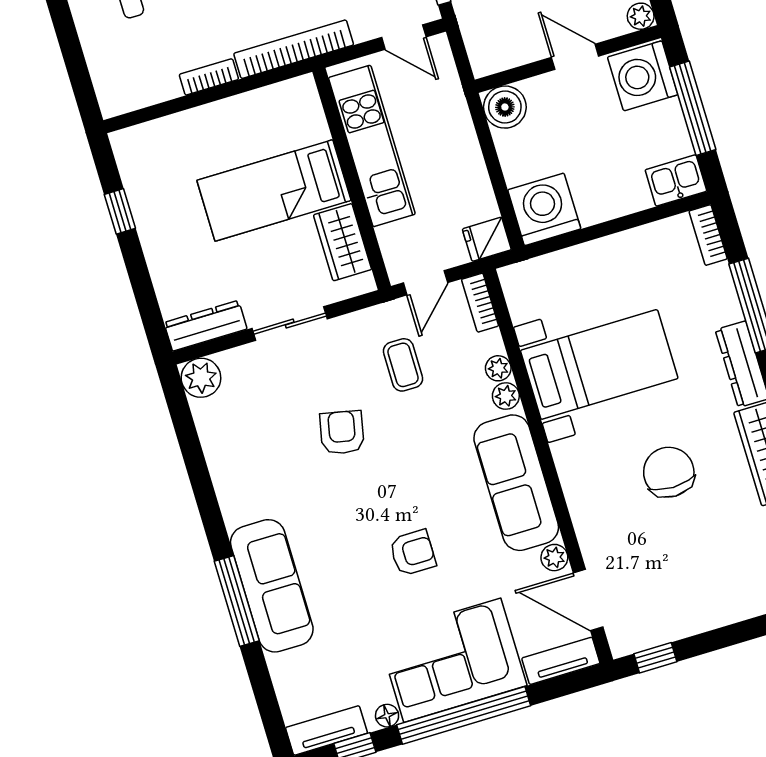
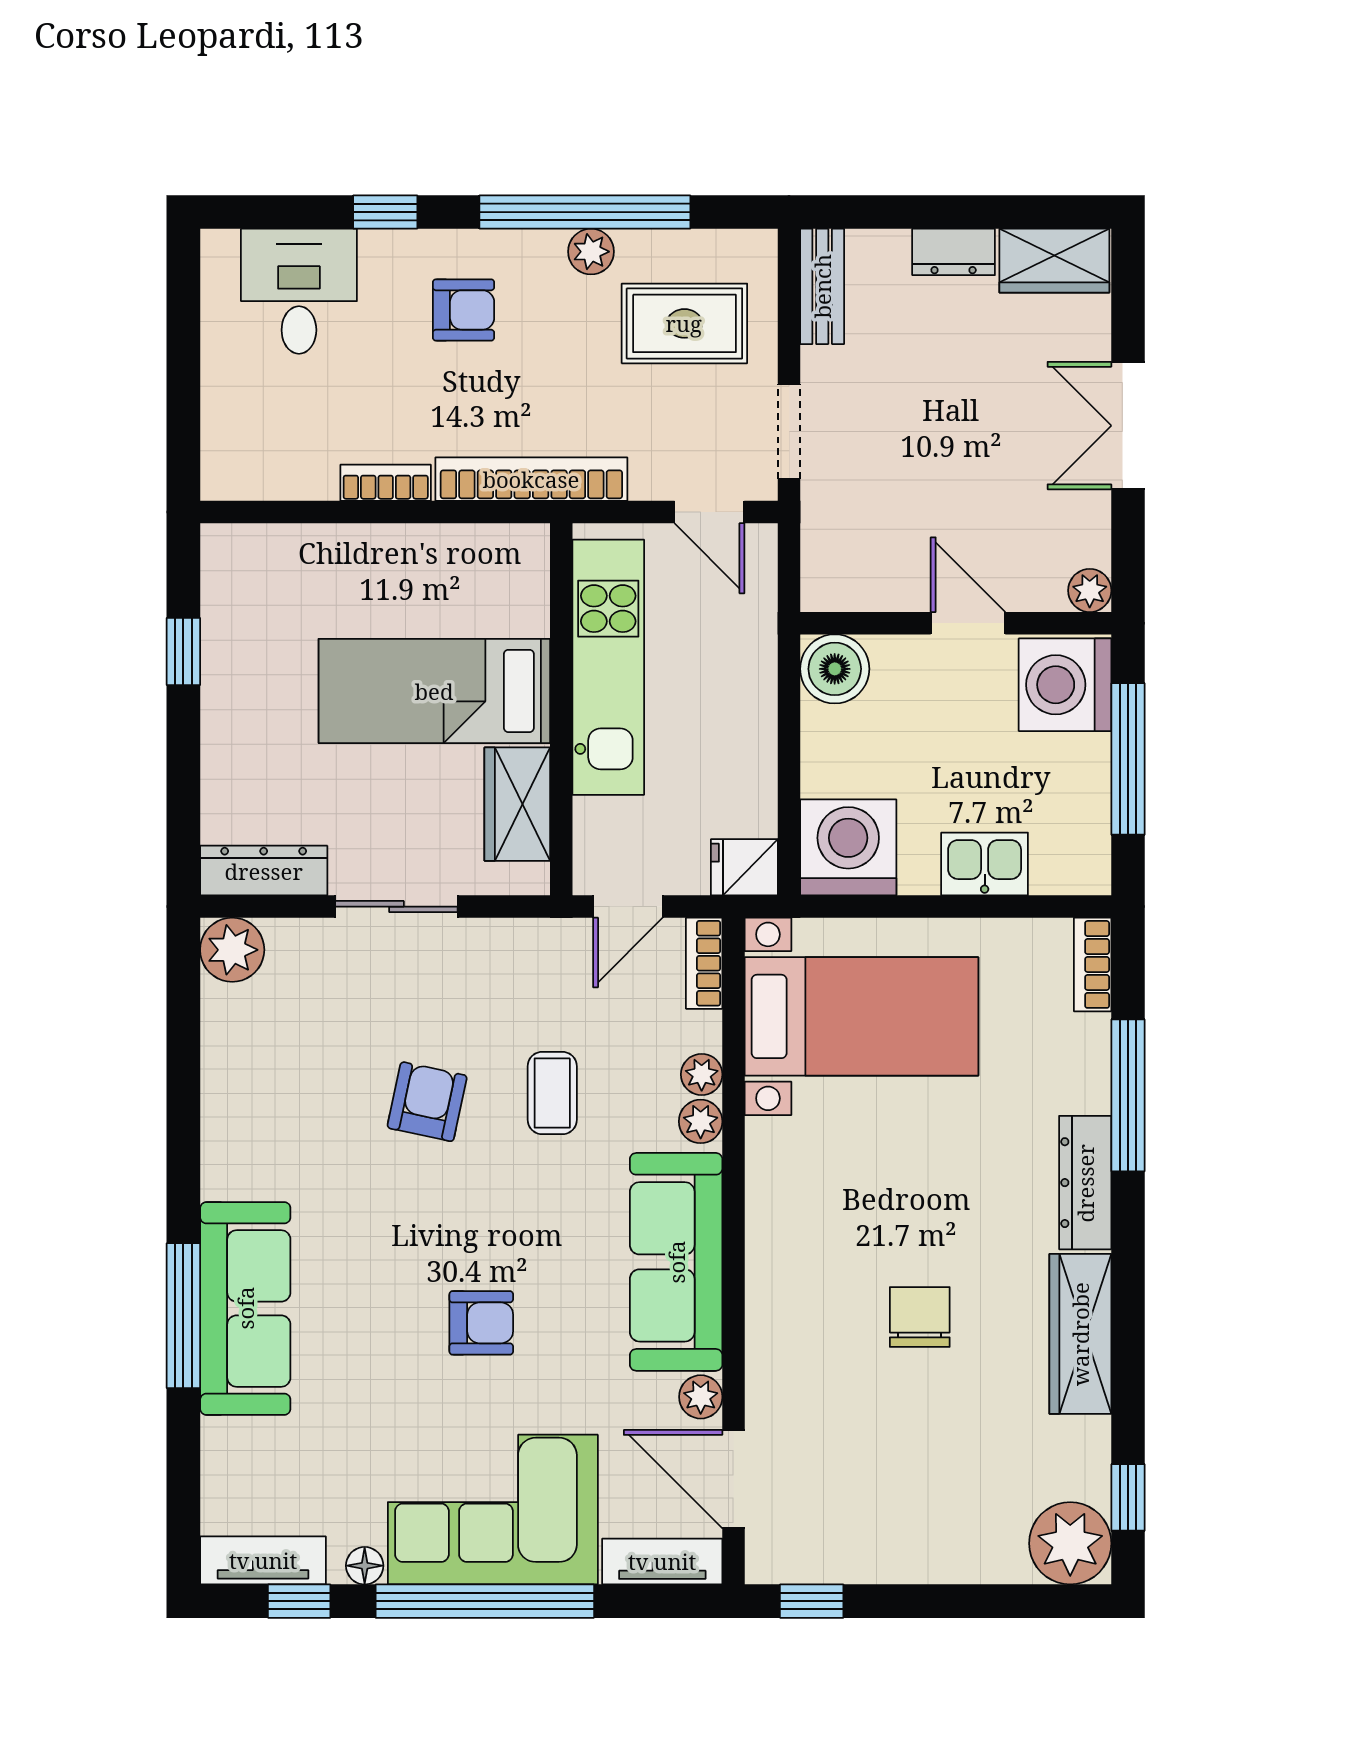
kitchen sink: (676, 180) -> (985, 864), moved
bed with nightstands: (599, 364) -> (861, 1016), moved
coffee table: (403, 365) -> (552, 1093), moved
chair: (669, 472) -> (920, 1317), width x0.73, depth x0.73

